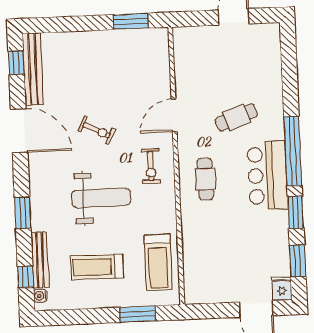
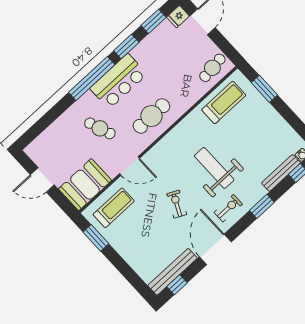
booth: (193, 55) -> (85, 185), added
exercise bike: (151, 166) -> (228, 208), moved
cafe table: (205, 179) -> (151, 116), width x1.37, depth x1.35
treadmill: (97, 267) -> (114, 208), moved, turned -90
cafe table: (202, 280) -> (212, 68), added

